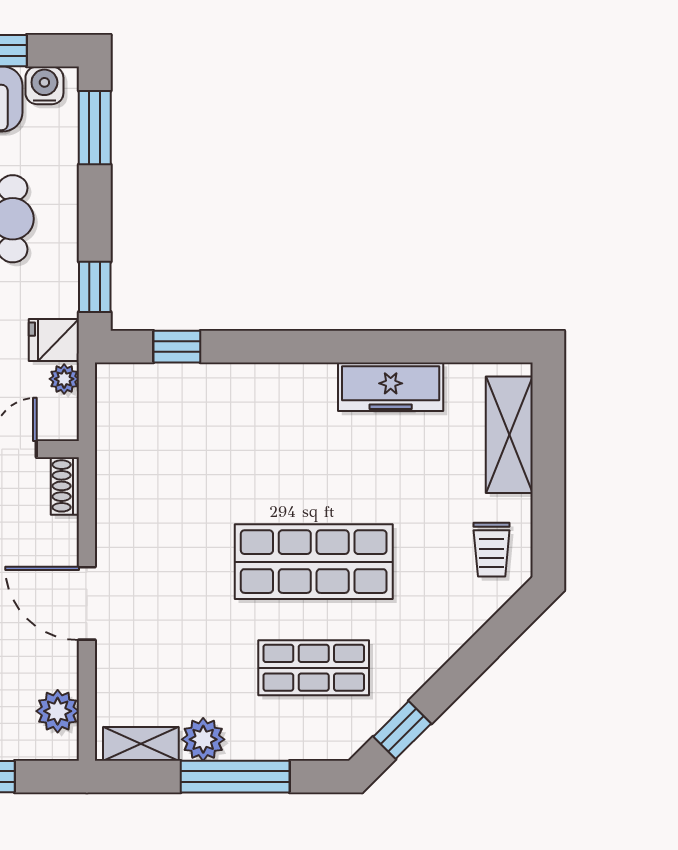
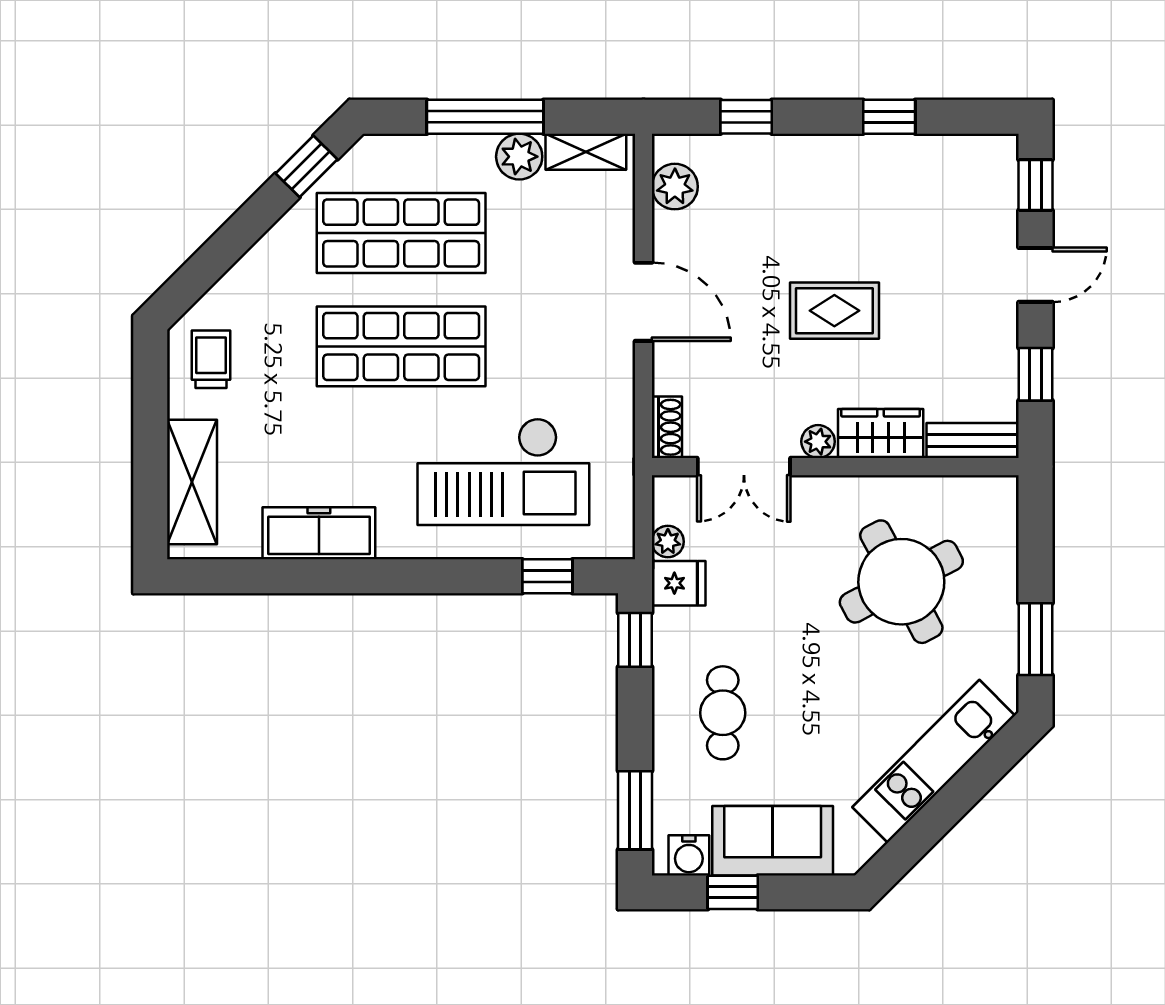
checkout: (218, 444) -> (503, 472), added
shop shelf: (314, 668) -> (401, 233), width x1.43, depth x1.36

